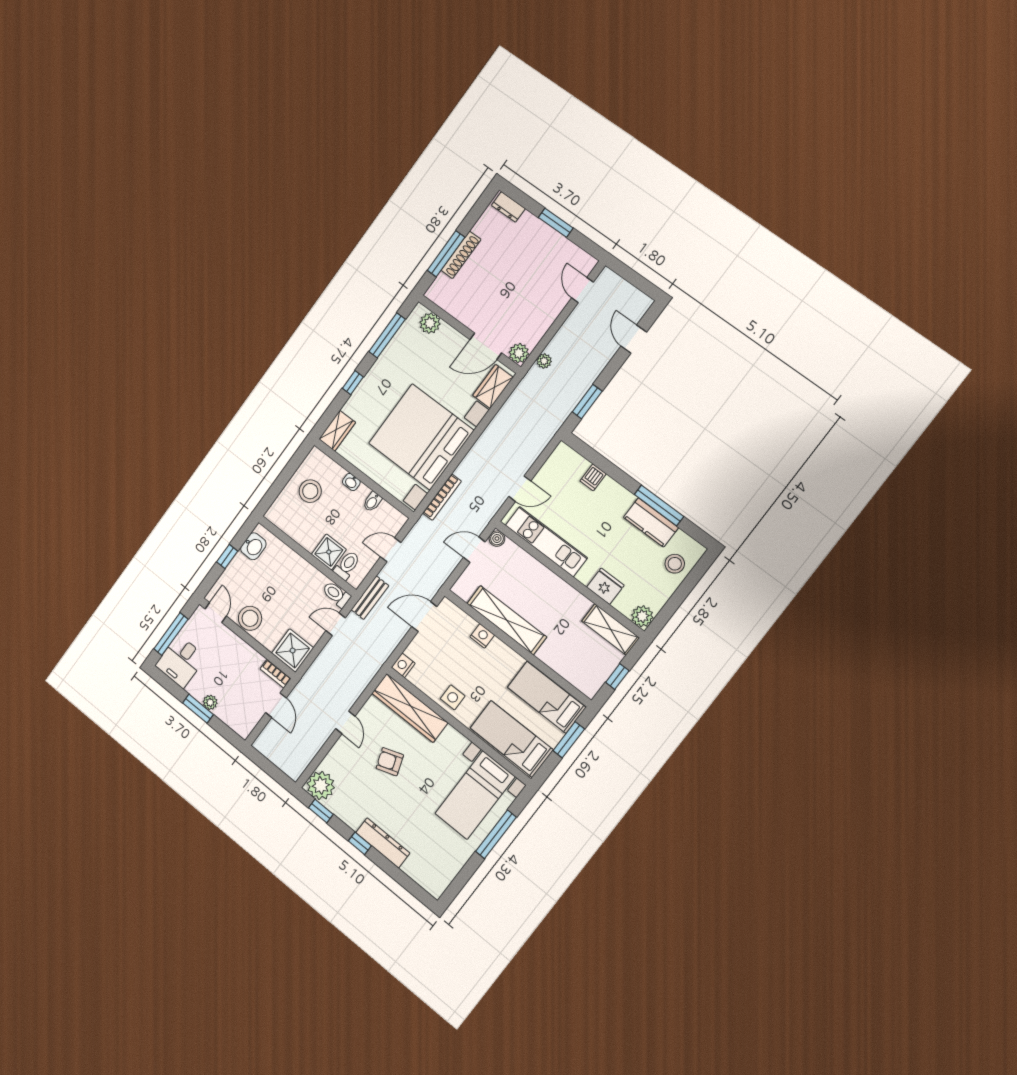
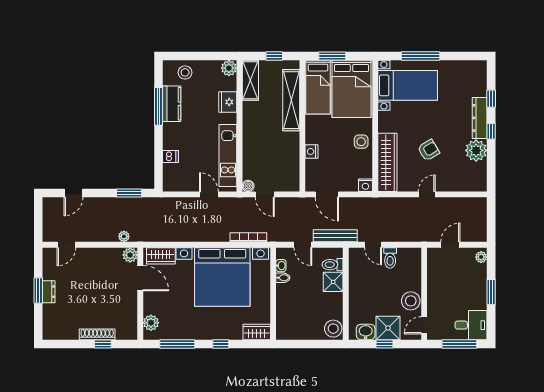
dresser: (508, 207) -> (49, 292), moved
window: (446, 254) -> (103, 344), width x0.46
washbasin: (351, 482) -> (281, 266), moved
stool: (310, 491) -> (333, 329), moved
toilet: (336, 594) -> (390, 258), moved
bench: (370, 598) -> (335, 236), width x1.36
shelving: (507, 620) -> (291, 100), moved
shower: (293, 651) -> (388, 328), moved
bookcase: (275, 674) -> (432, 259), removed
plant: (210, 702) -> (481, 257), moved
bed: (512, 739) -> (352, 89), width x1.50
armchair: (390, 762) -> (428, 150), turned -102
plant: (321, 785) -> (476, 150), moved
window: (321, 811) -> (491, 99), moved

